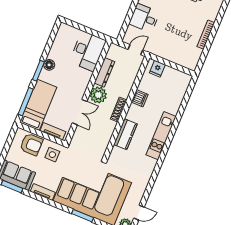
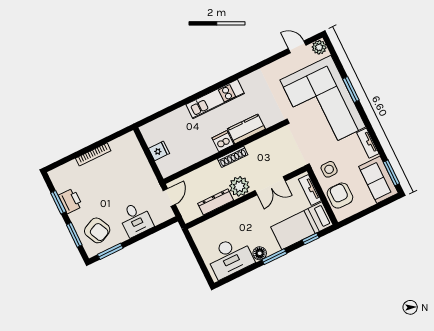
door: (135, 50) -> (169, 198), swing flipped
desk: (88, 51) -> (230, 257), moved, turned 180
fridge: (157, 69) -> (159, 151), moved
dishwasher: (140, 98) -> (223, 141), moved
window: (26, 102) -> (311, 239), width x0.46
double door: (80, 112) -> (270, 186), swing flipped

